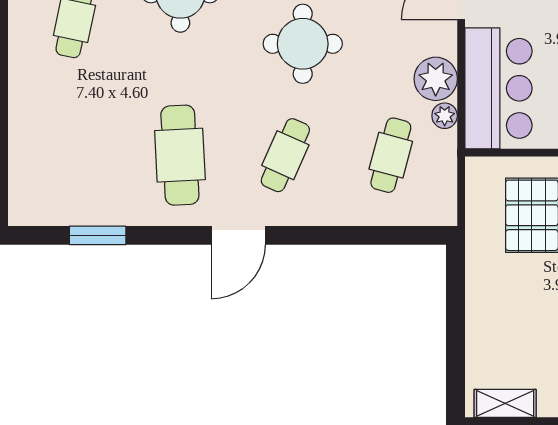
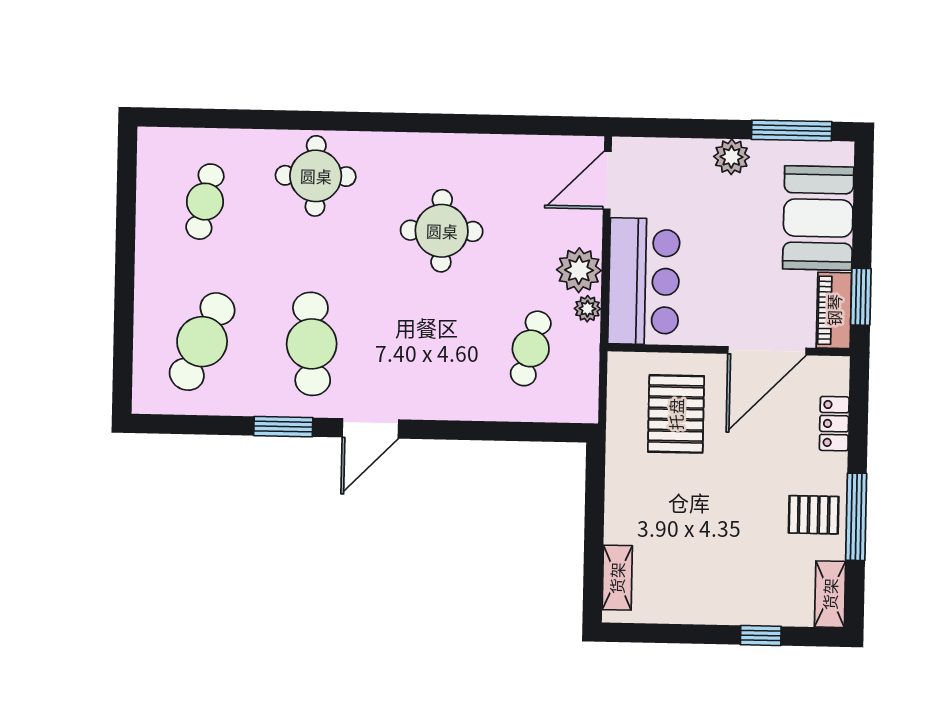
cafe table: (285, 155) -> (202, 342), moved, width x1.37, depth x1.35
window: (98, 235) -> (283, 427), moved
shelving: (505, 403) -> (617, 578), moved, turned 90

